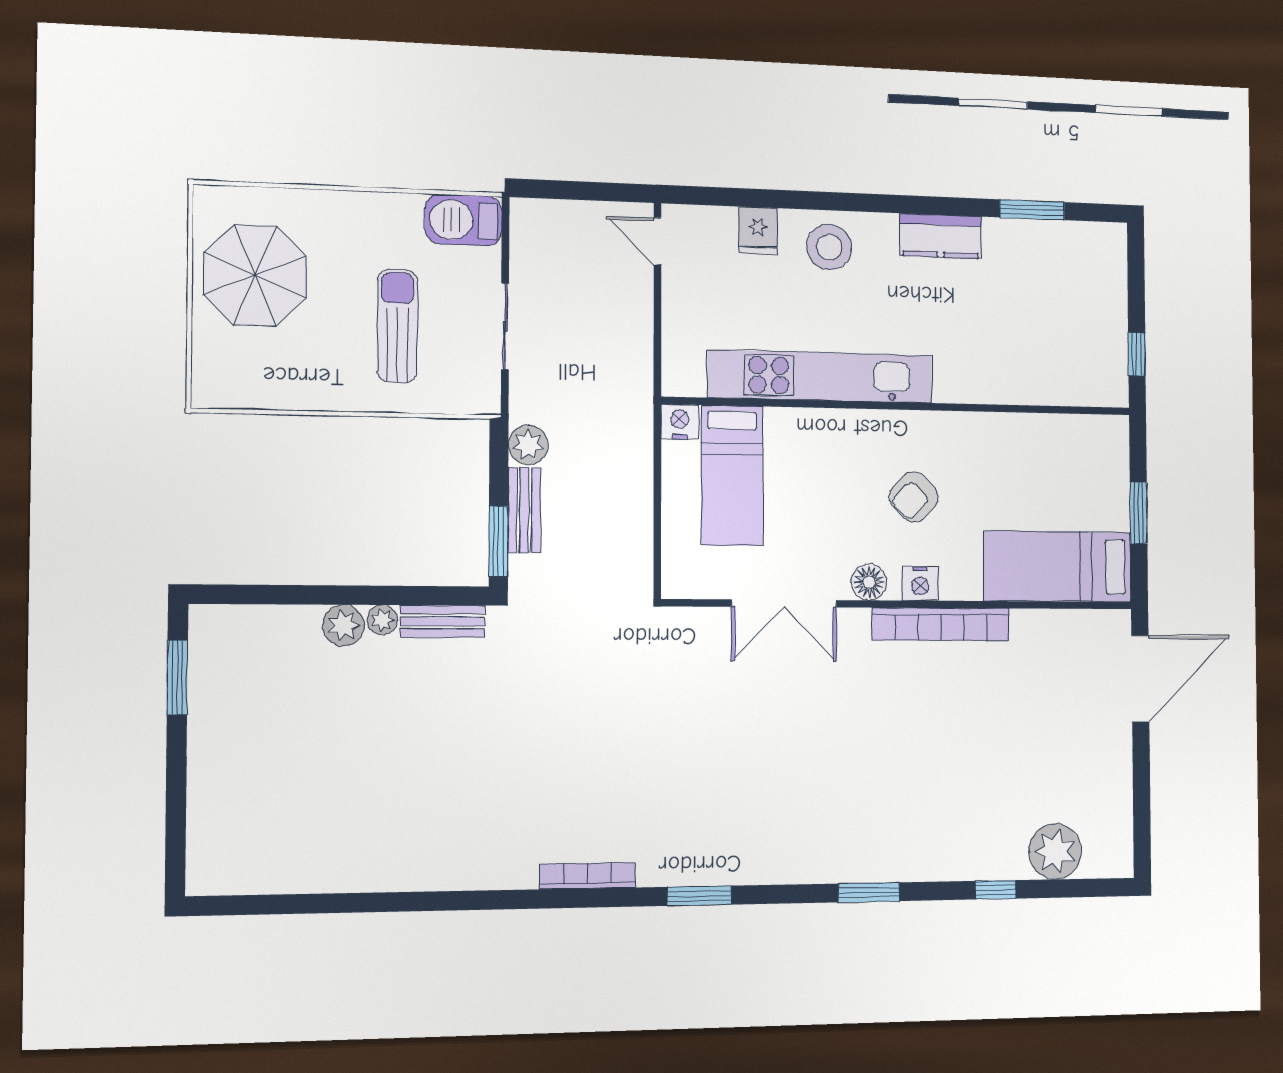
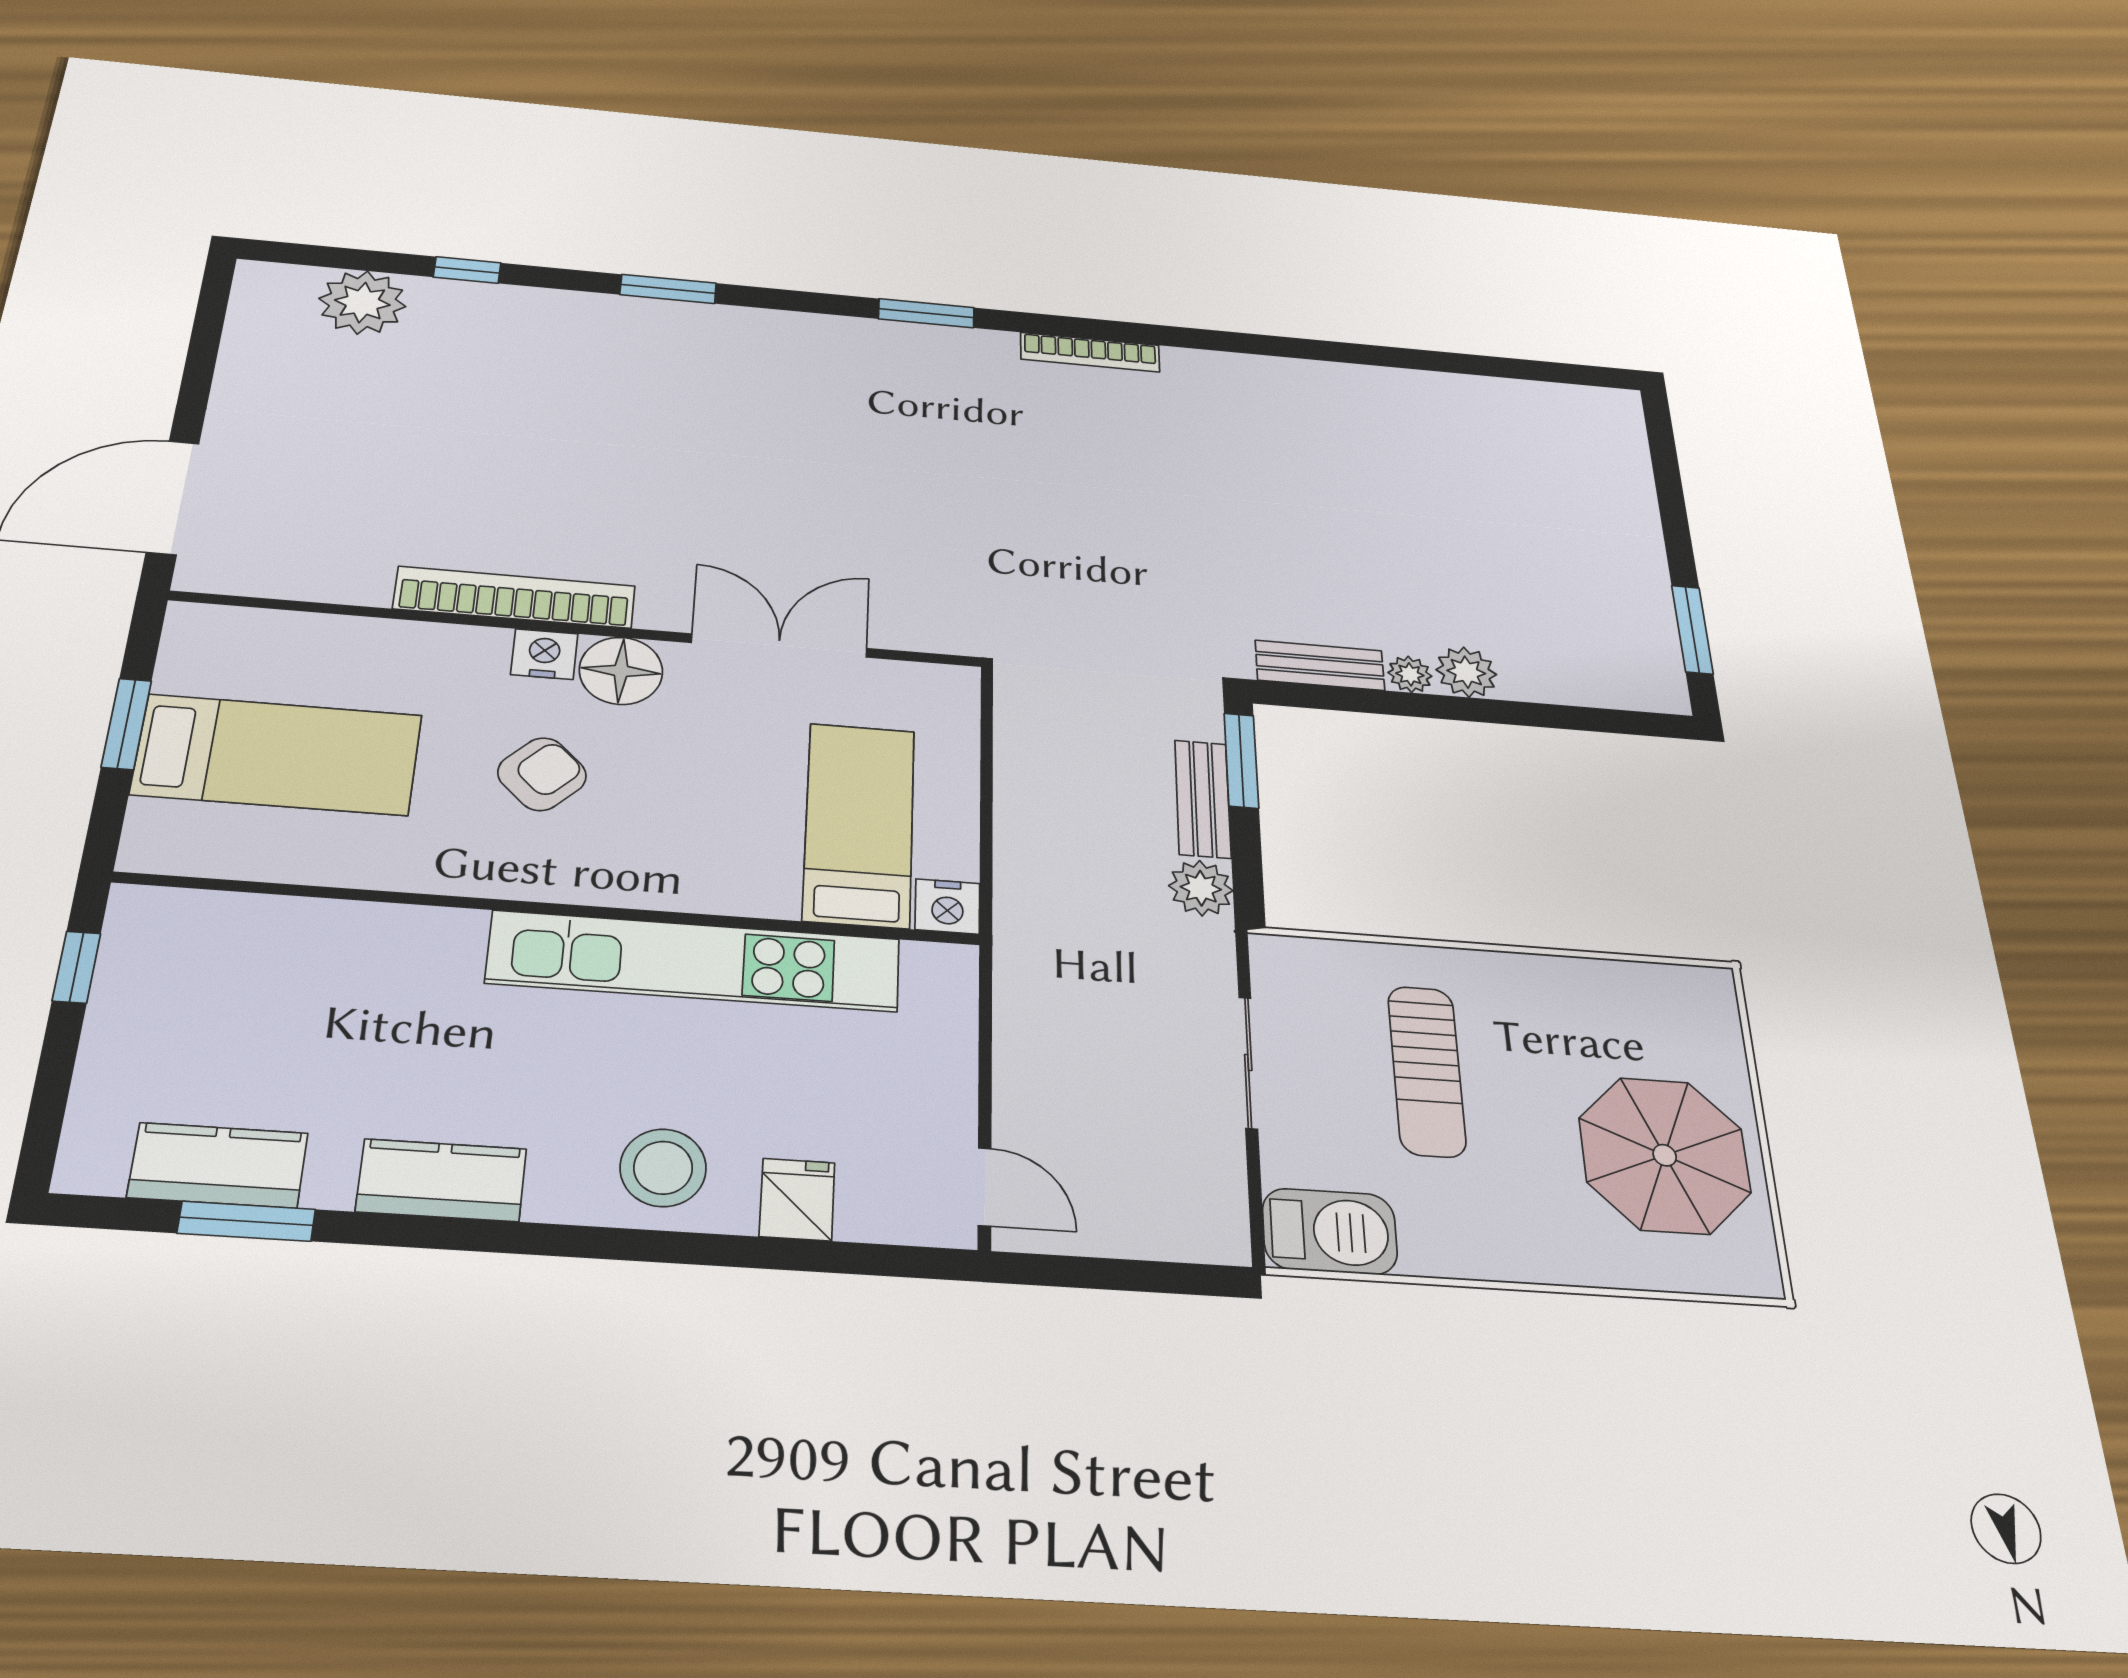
kitchen counter: (1050, 241) -> (218, 1165), added
bed: (1058, 566) -> (277, 755), moved
floor lamp: (869, 582) -> (621, 671), width x1.38, depth x1.38

